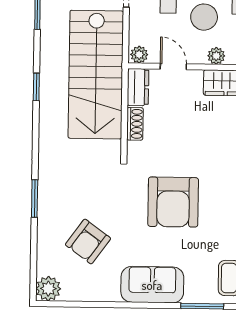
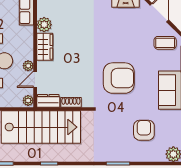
plant: (216, 56) -> (28, 66), moved
armchair: (88, 241) -> (144, 130), turned -126

